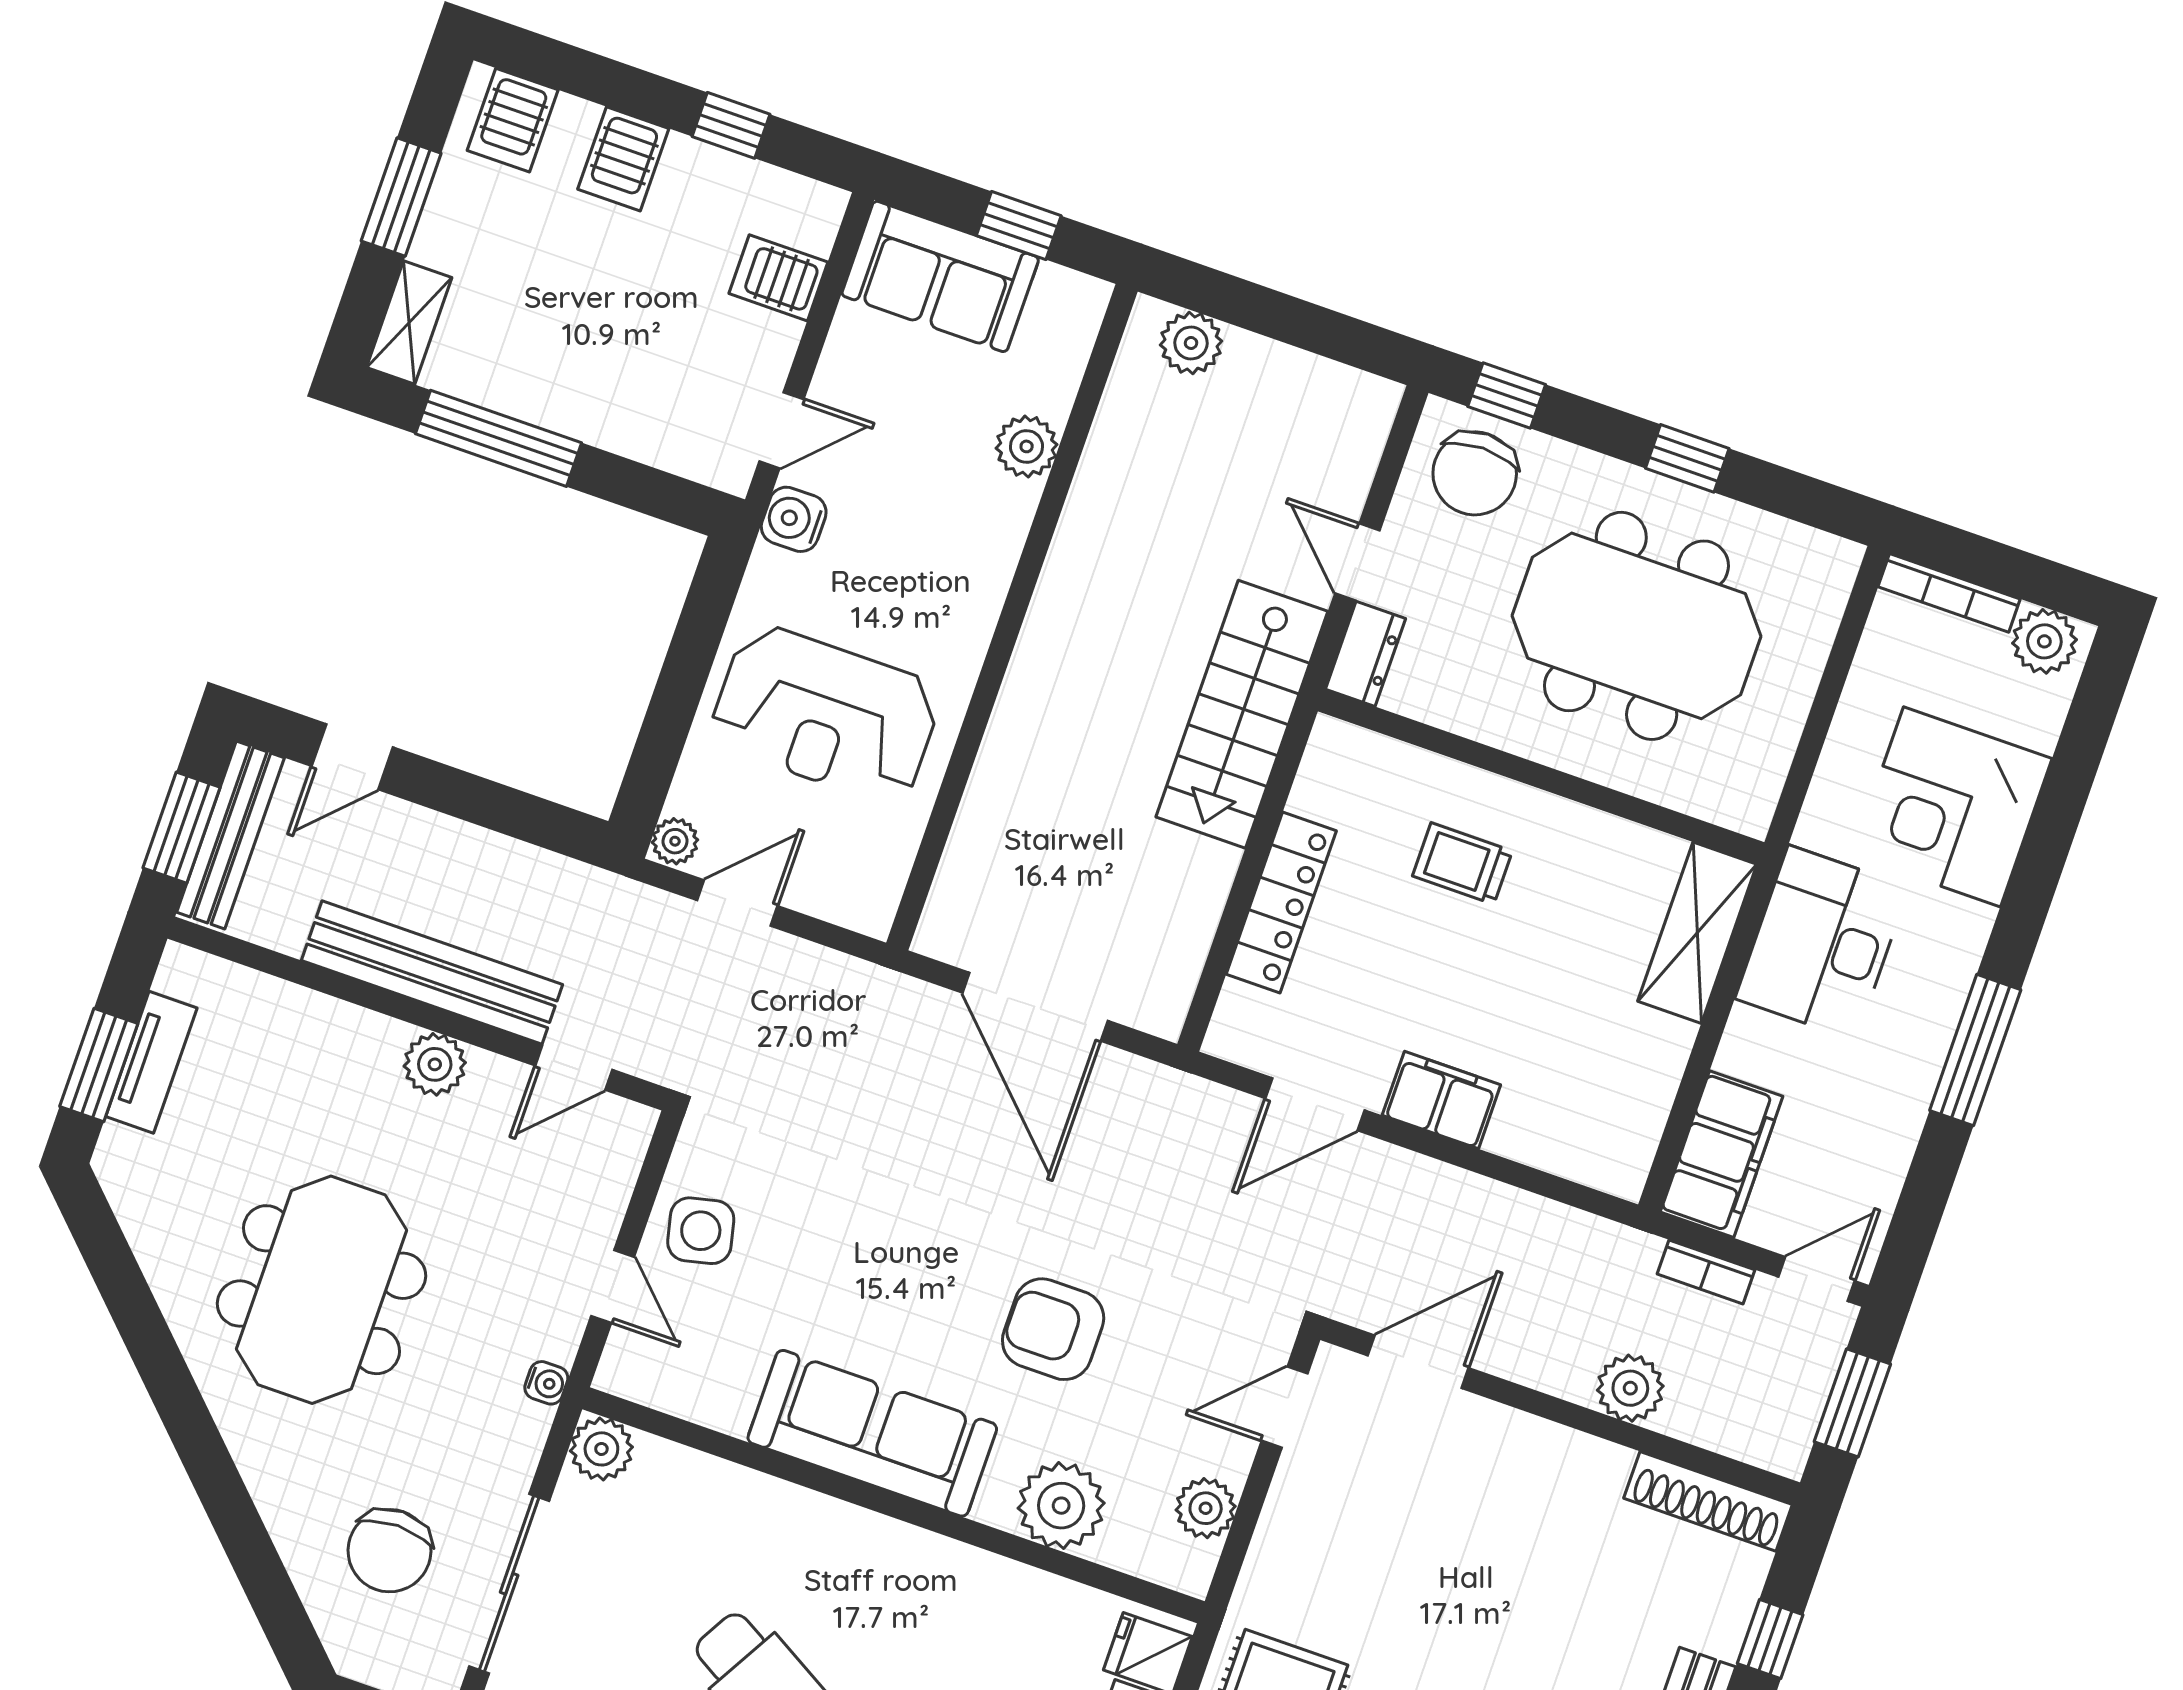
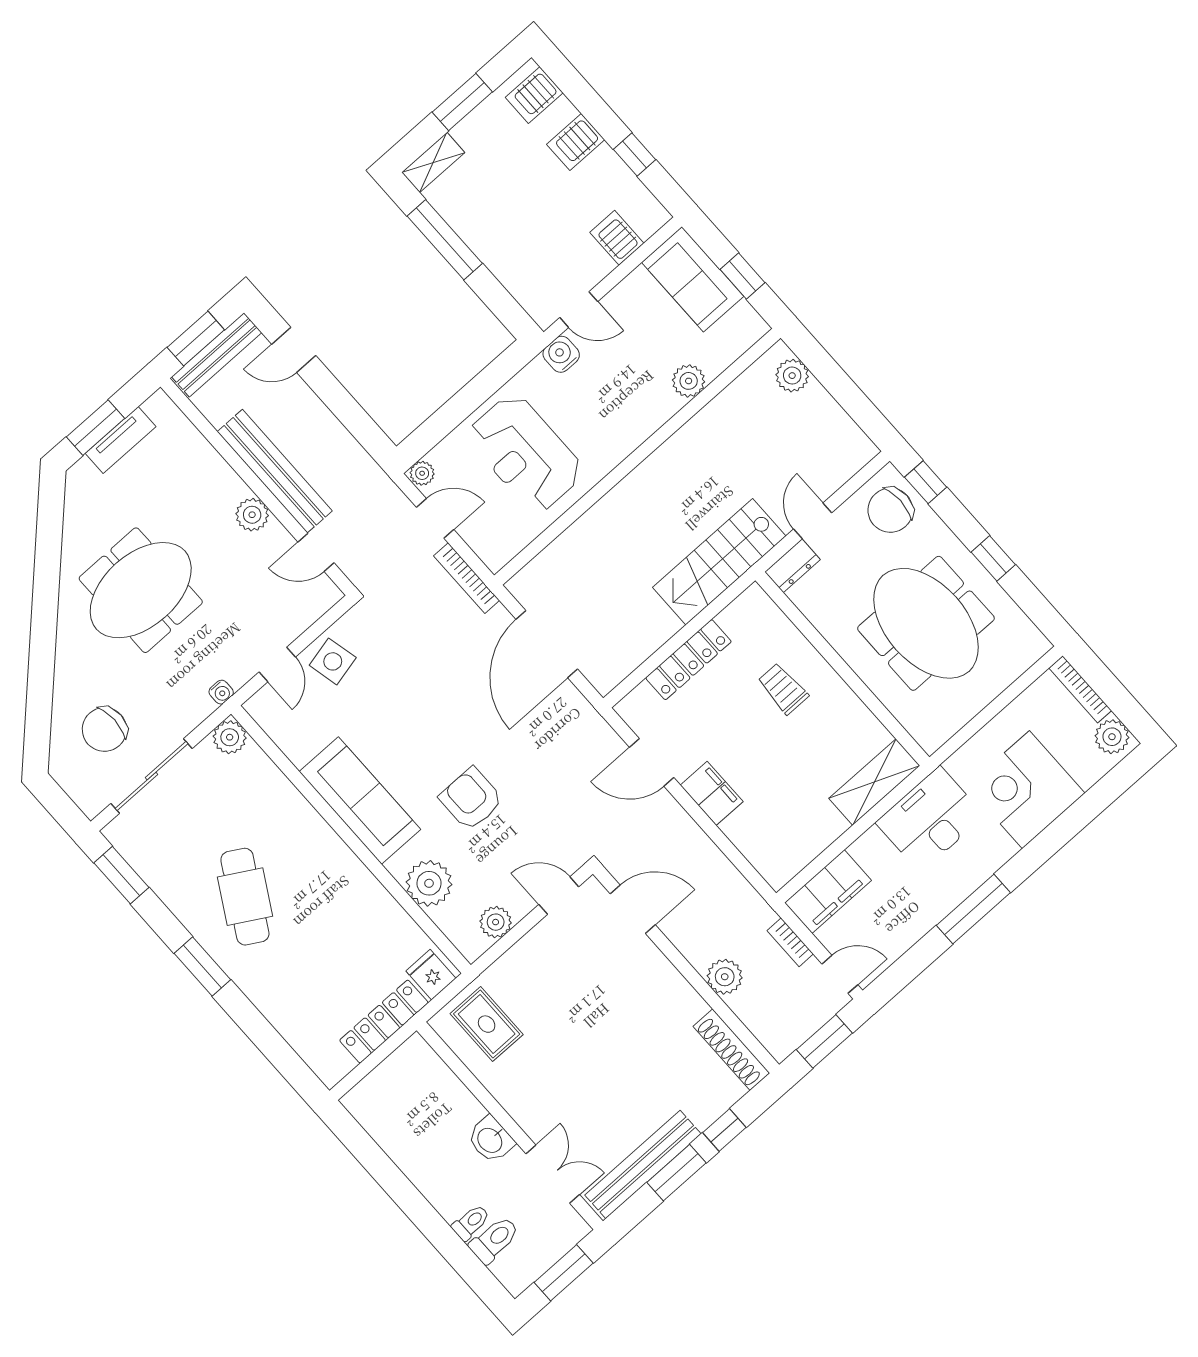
bookcase: (844, 972) -> (467, 578), added

